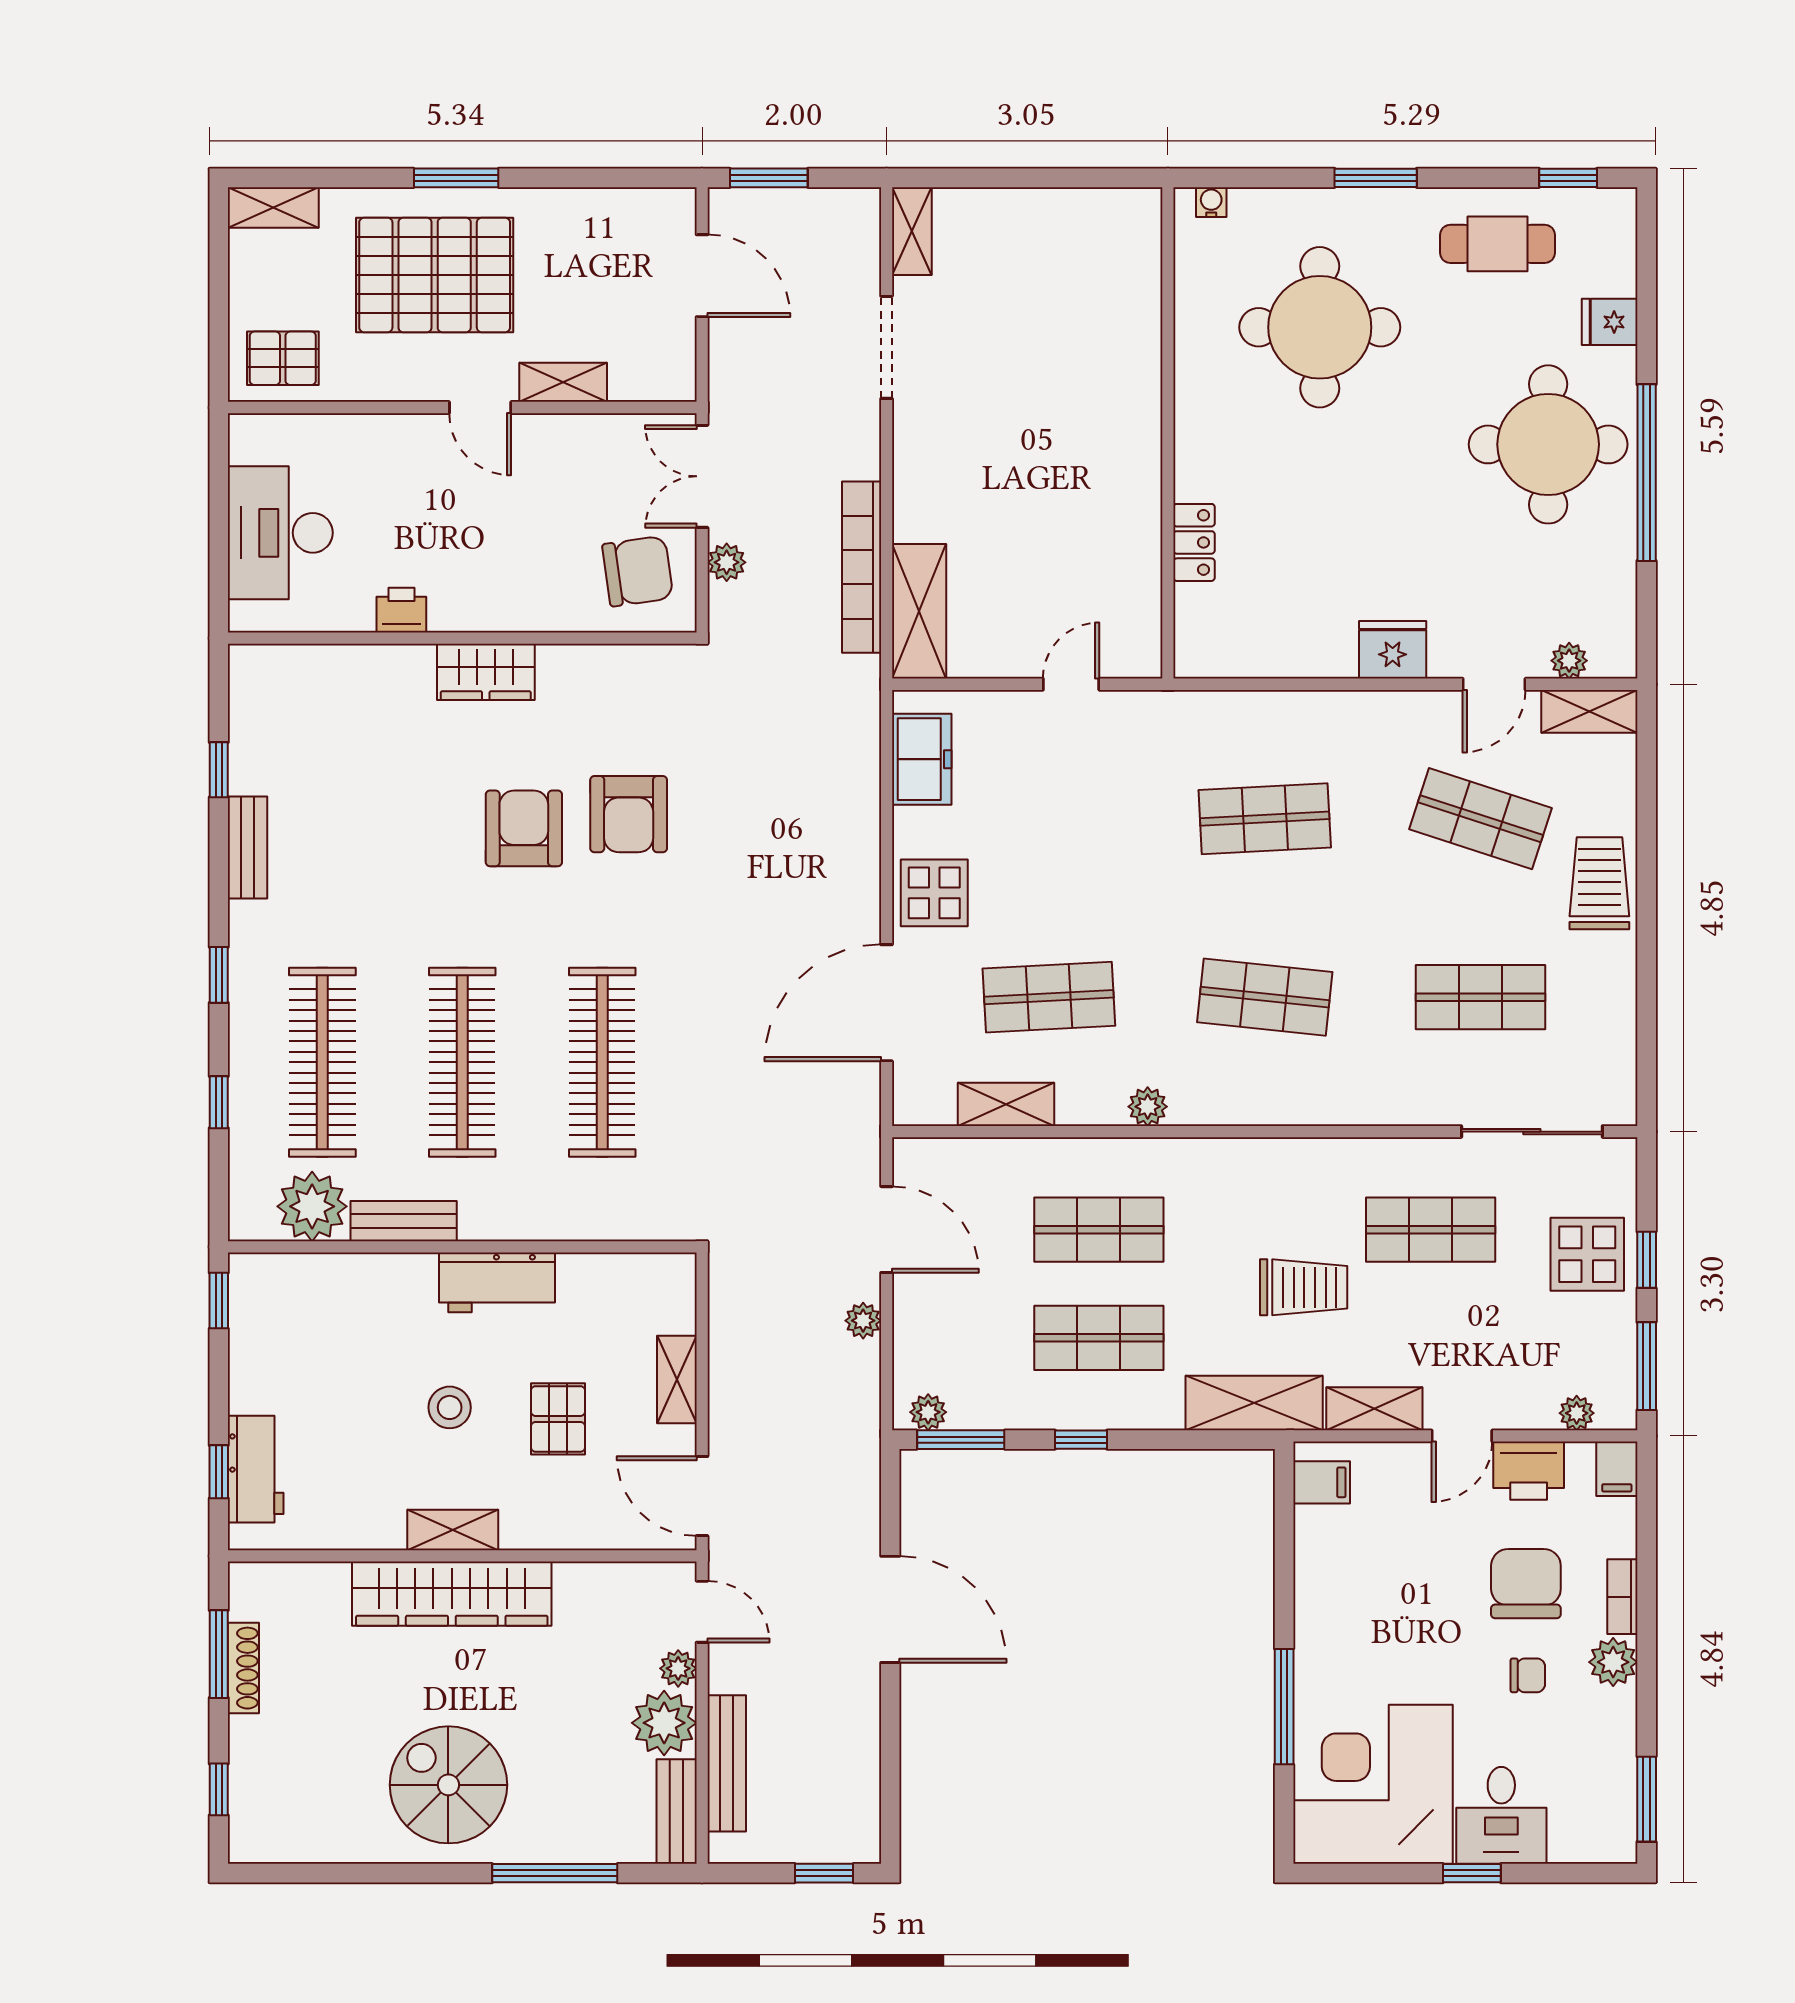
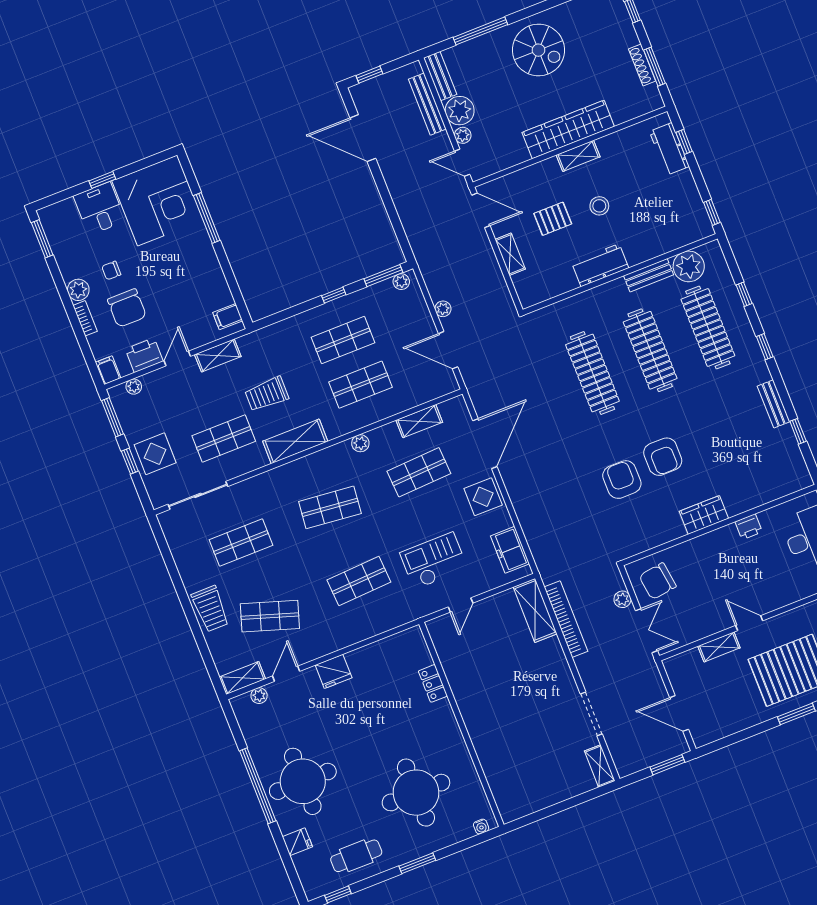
checkout: (1091, 799) -> (434, 561), added
shelving: (1254, 1403) -> (295, 441), moved
pallet: (558, 1419) -> (553, 219), turned 90
door: (890, 1609) -> (363, 138), moved

